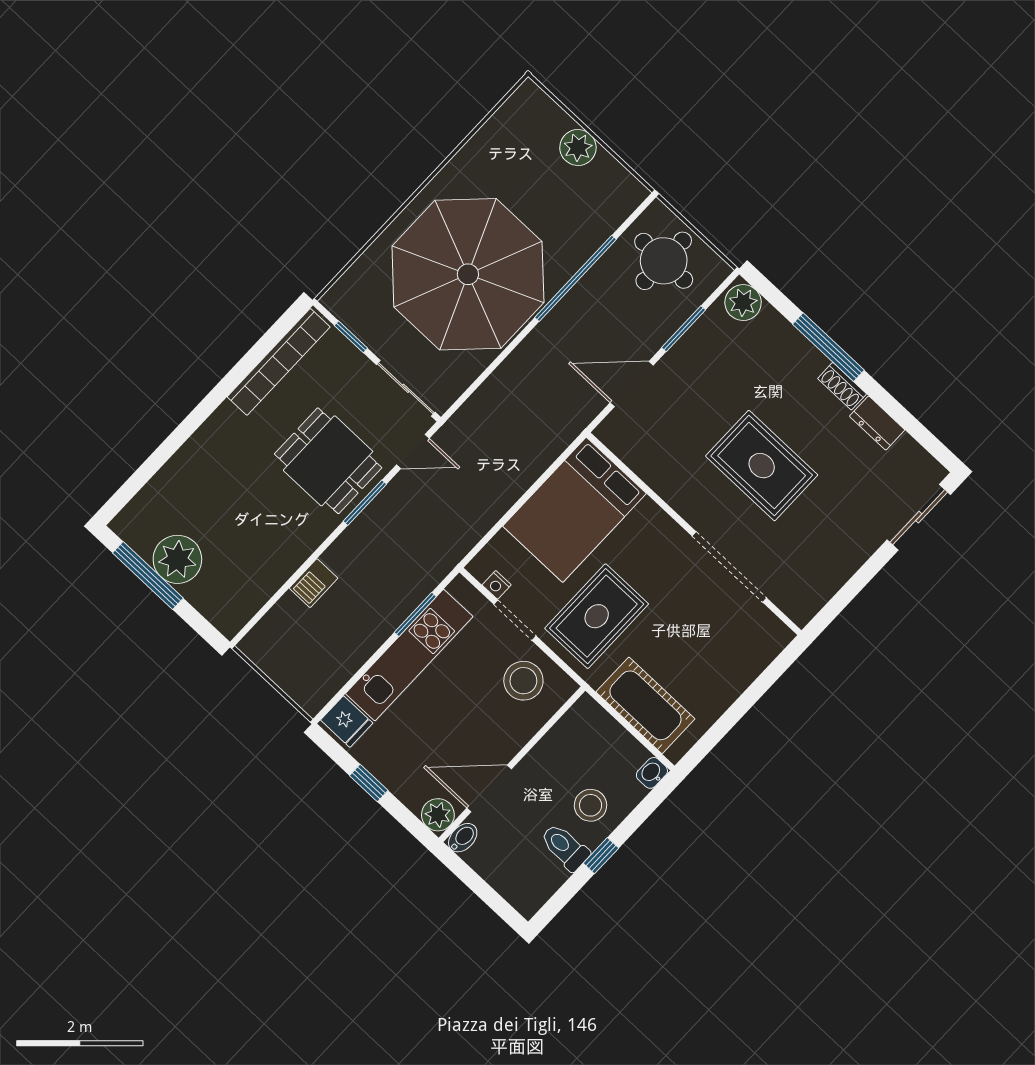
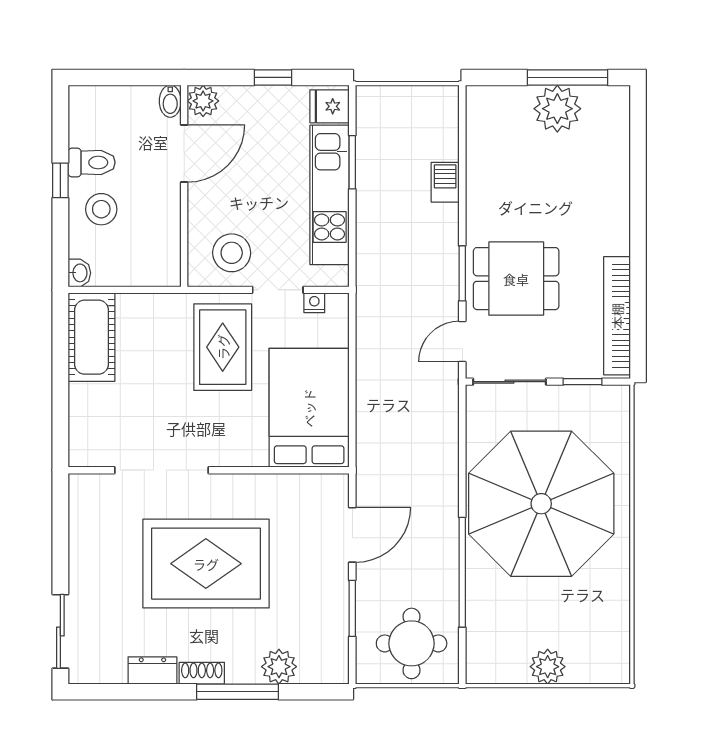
plant: (743, 303) -> (279, 667), moved
rug: (762, 466) -> (206, 564), width x1.37, depth x1.44
window: (415, 614) -> (352, 162), moved
cot: (645, 705) -> (92, 337), moved, turned 90

